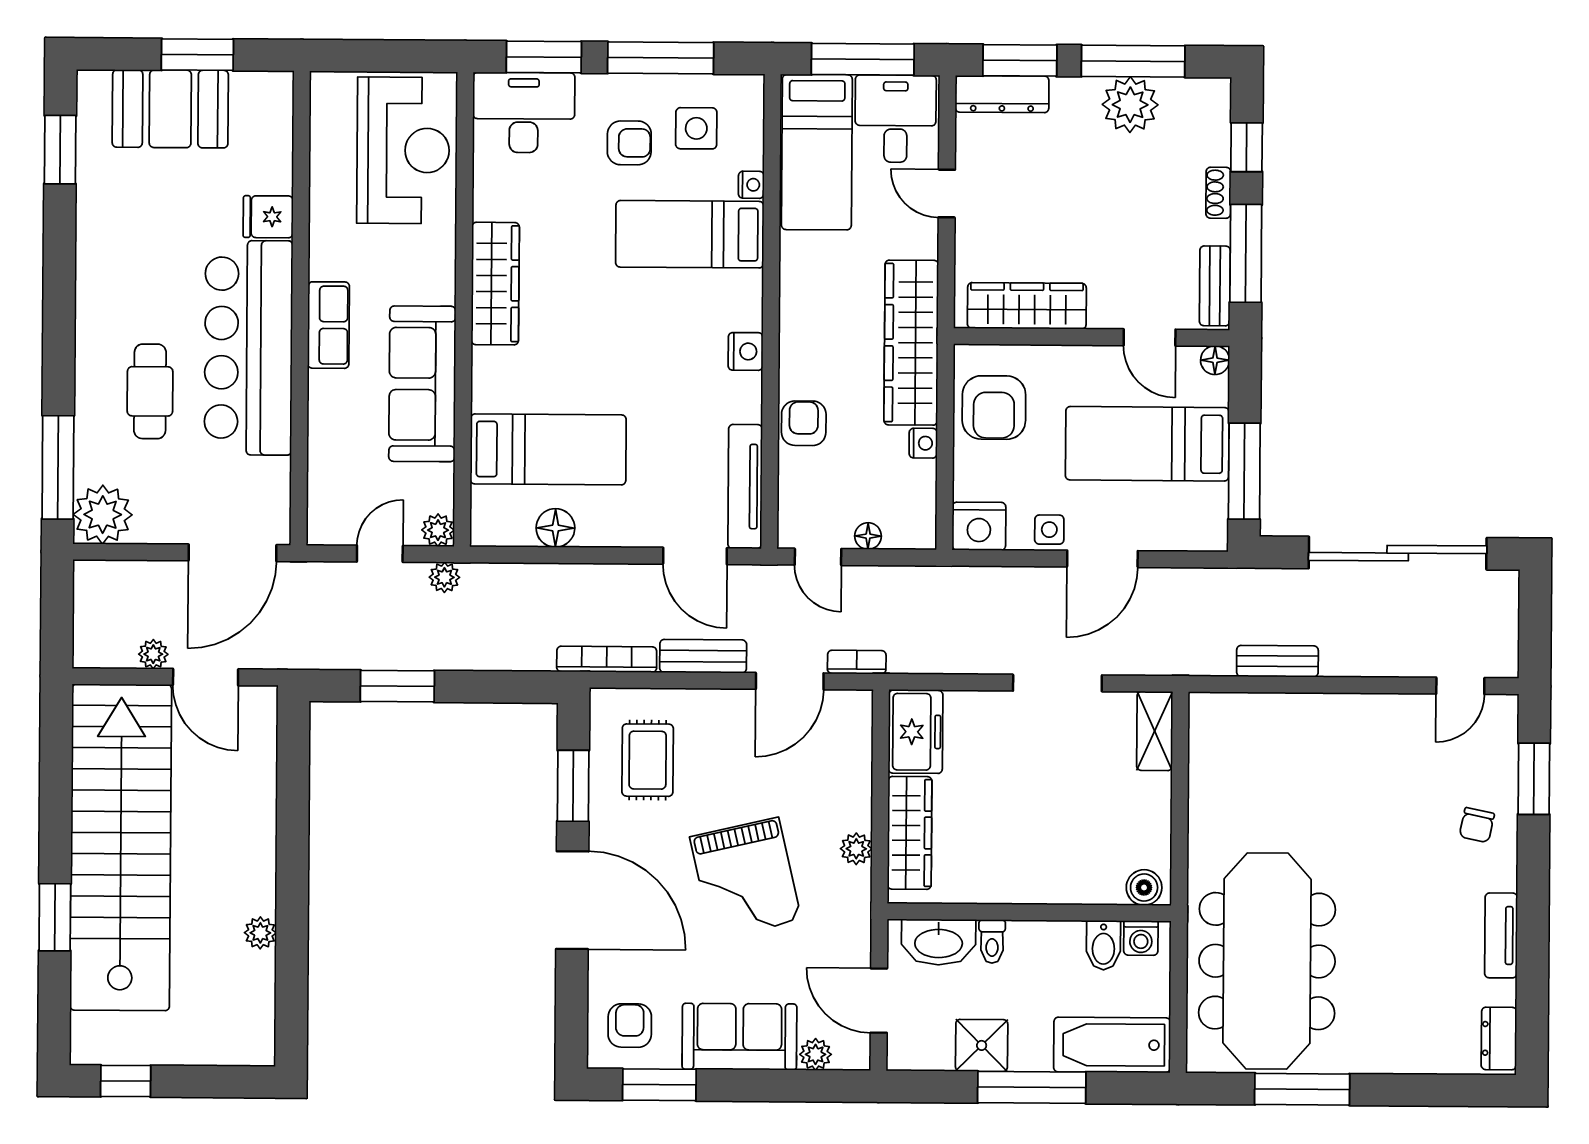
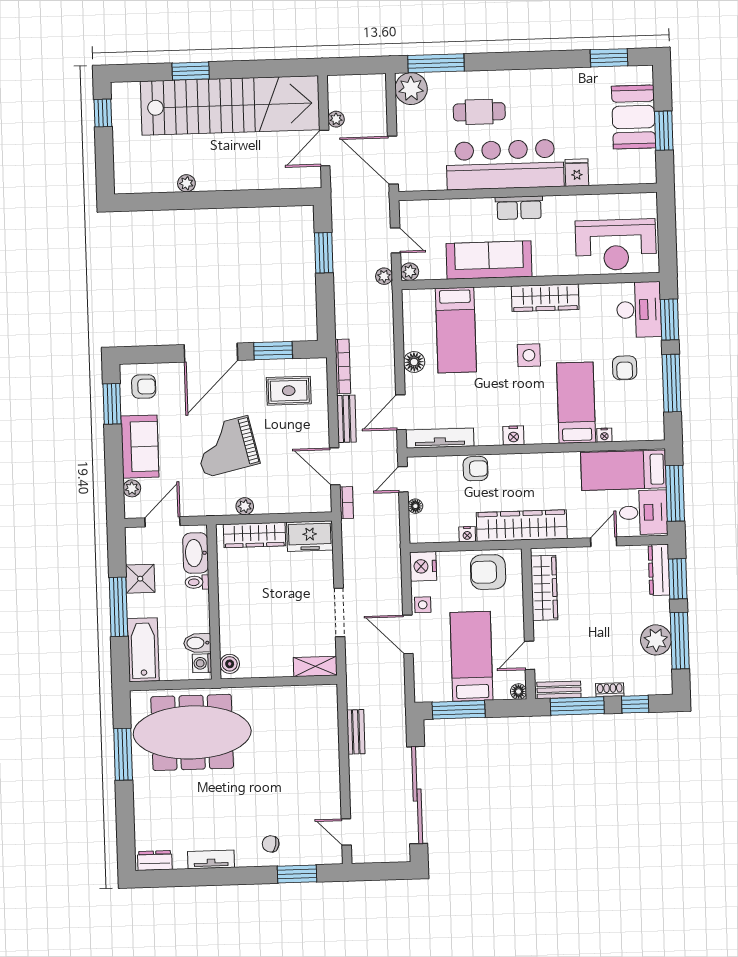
side table: (696, 128) -> (529, 355), moved
floor lamp: (555, 528) -> (414, 362), moved

